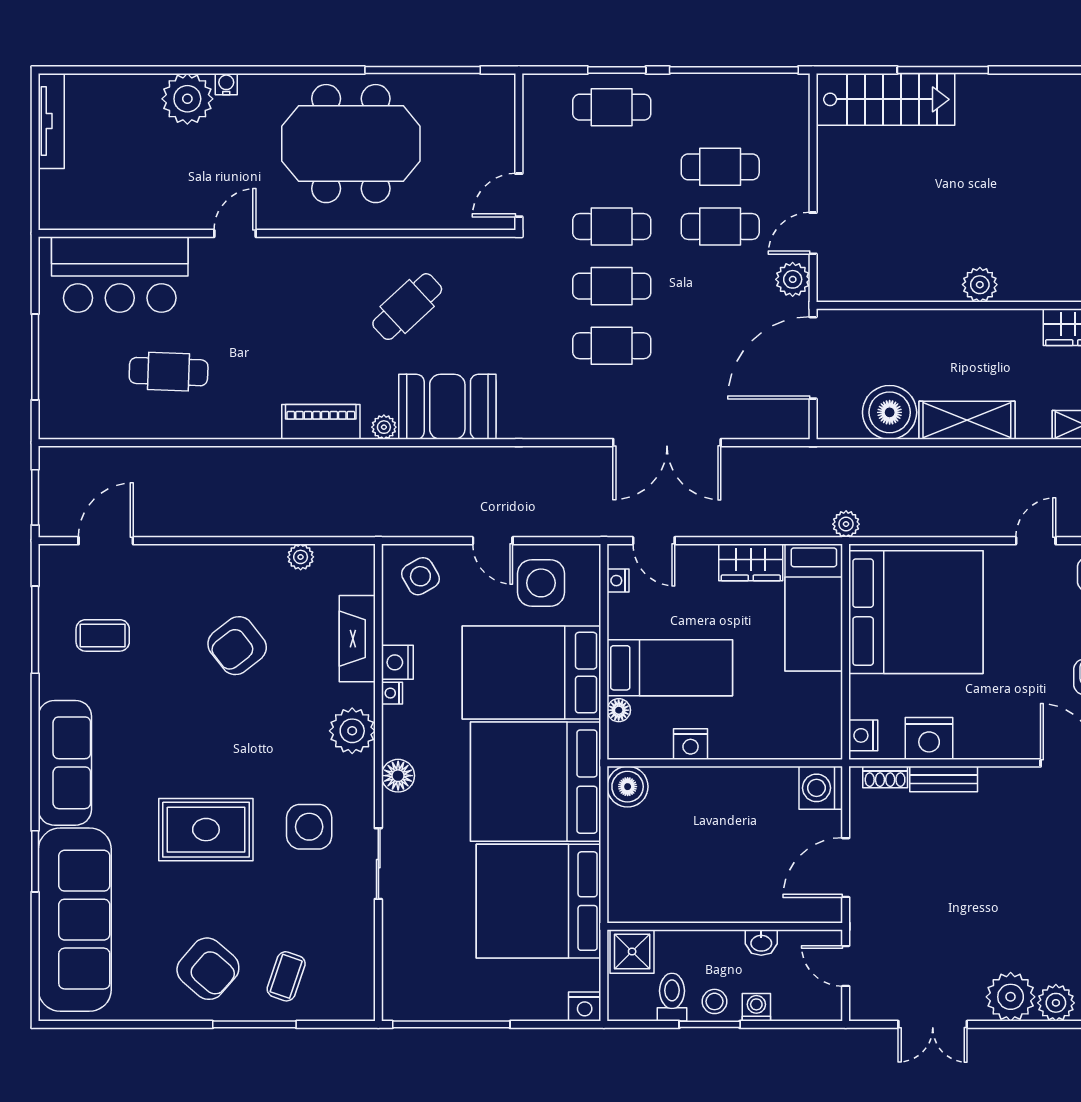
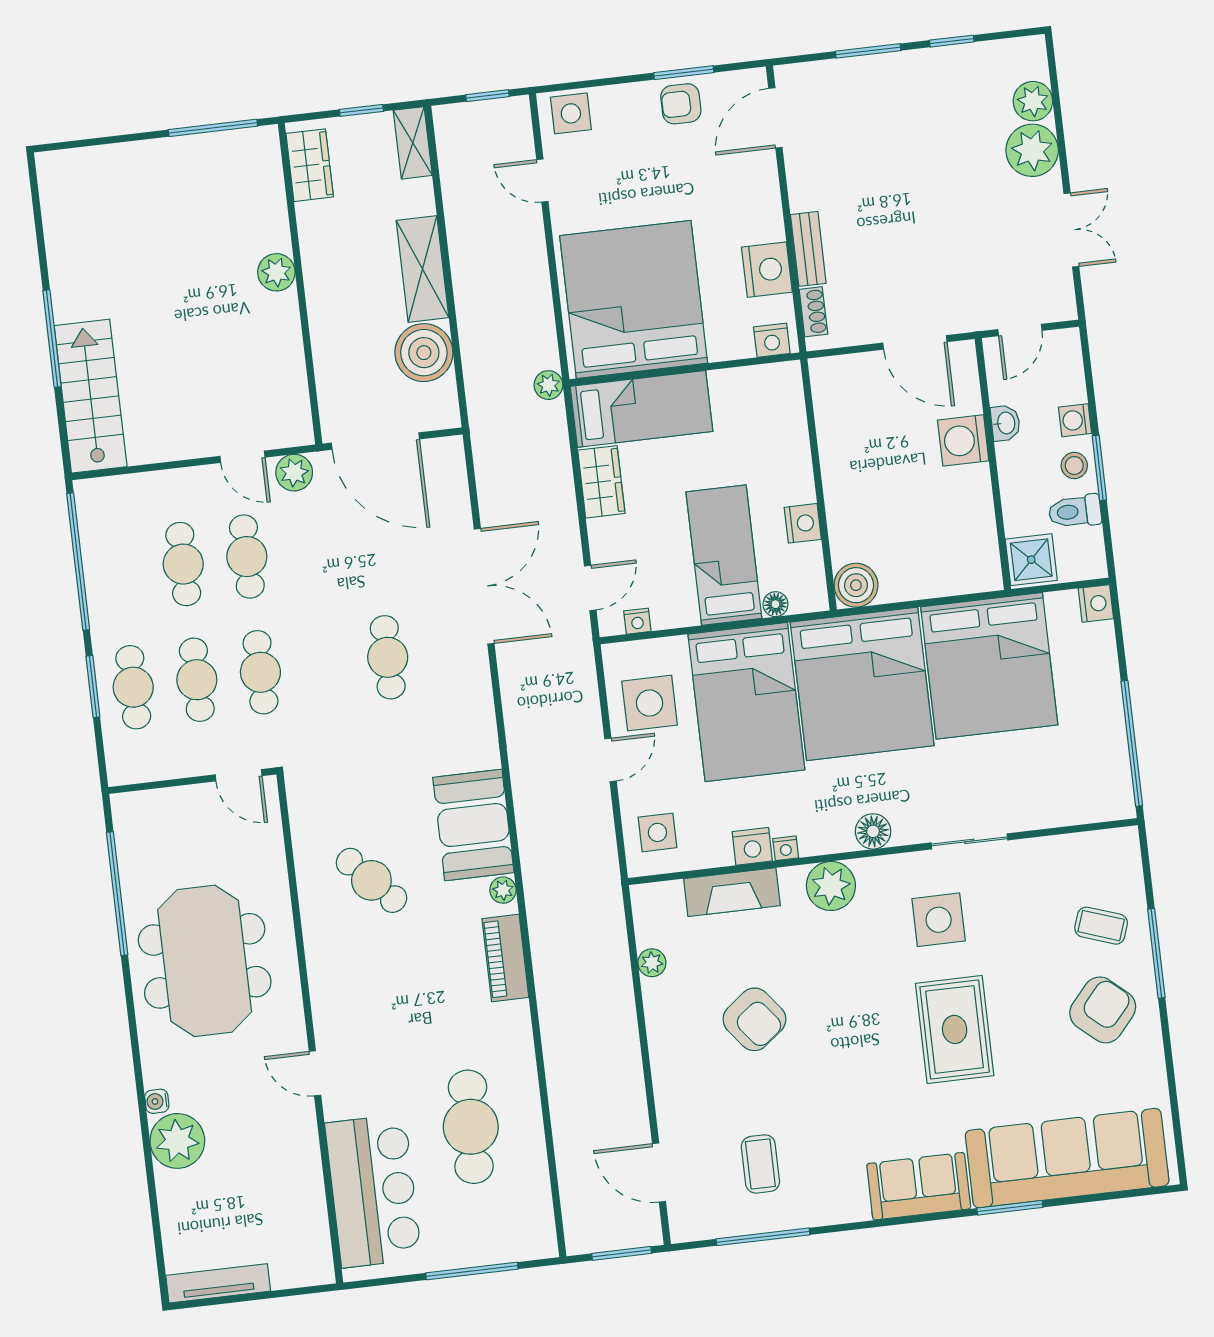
cafe table: (612, 286) -> (197, 680), moved
cafe table: (169, 372) -> (471, 1127), width x1.37, depth x1.35
side table: (420, 576) -> (657, 832), turned 30
sofa: (65, 763) -> (919, 1186), width x0.73
washing machine: (821, 788) -> (963, 440), moved, turned 90

